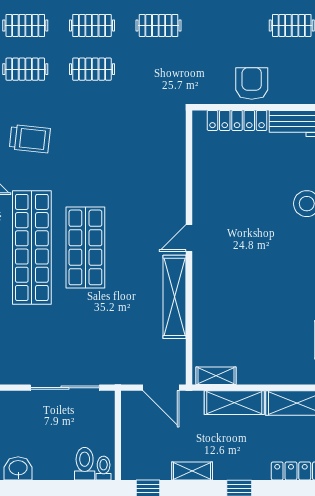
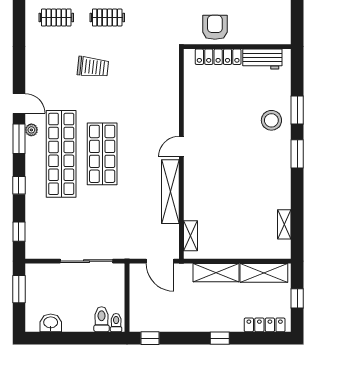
armchair: (252, 83) -> (215, 27), moved
trolley: (30, 139) -> (93, 67), moved
shelving: (216, 376) -> (191, 236), moved, turned 90
shelving: (192, 471) -> (184, 325), removed

